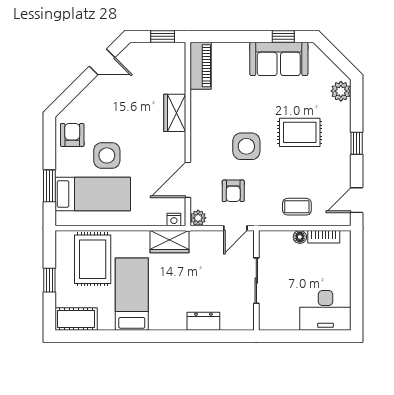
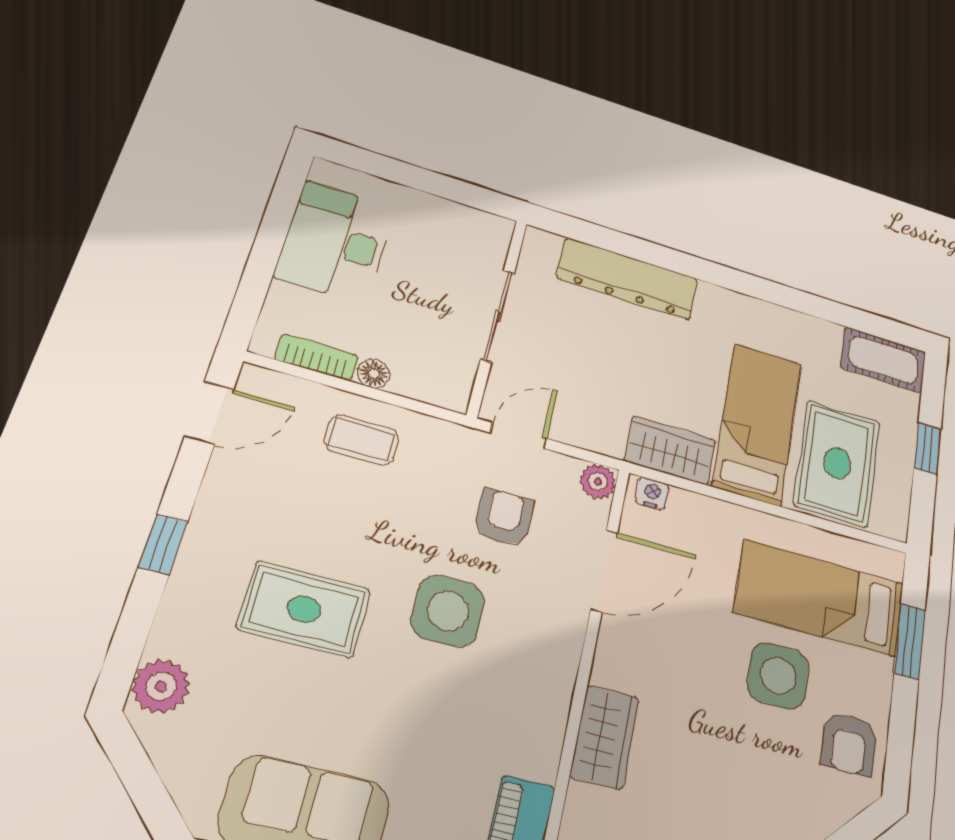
bed: (132, 294) -> (757, 424), moved, turned 180
desk: (325, 310) -> (336, 242), moved, turned -90
dresser: (203, 321) -> (628, 279), width x1.96, depth x1.24

